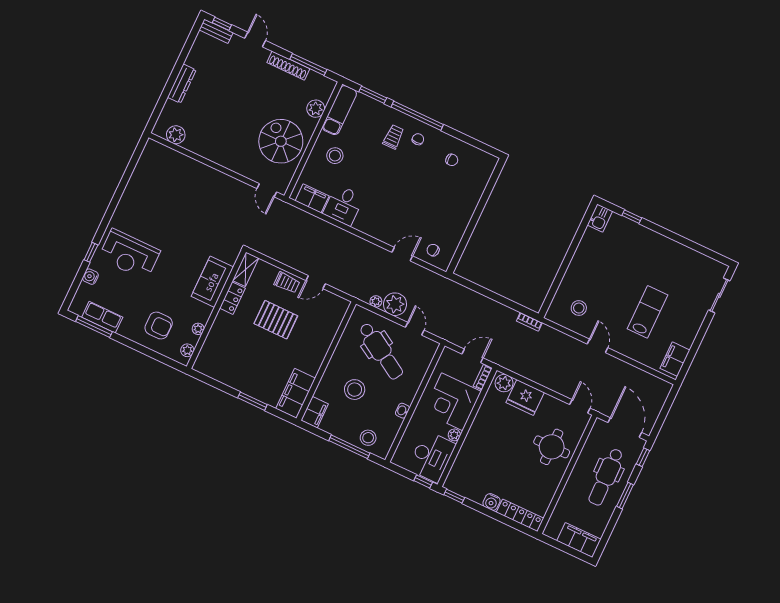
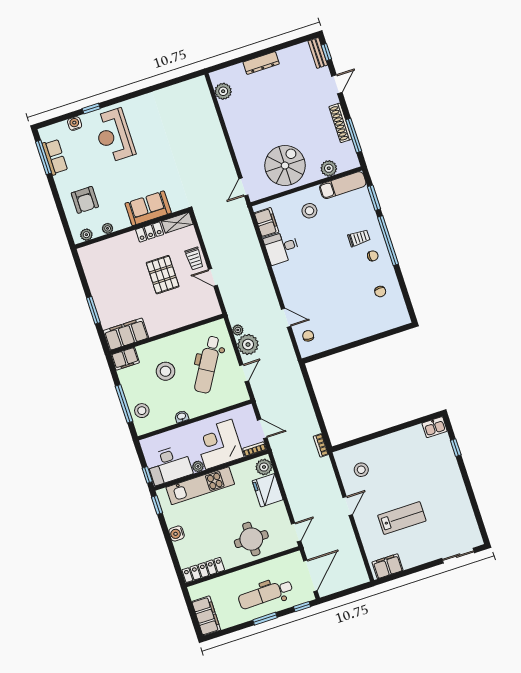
kitchen unit: (471, 448) -> (200, 486), added
locker: (520, 515) -> (203, 570), moved, turned -90

